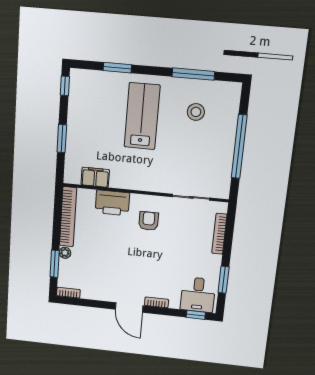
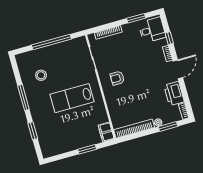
window: (193, 74) -> (23, 97), moved
window: (65, 86) -> (55, 158), removed
lab bench: (142, 116) -> (72, 98), moved
filing cabinet: (95, 177) -> (106, 132), moved
printer: (112, 203) -> (174, 94), moved, turned 180
window: (196, 315) -> (169, 38), moved

